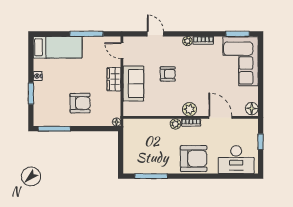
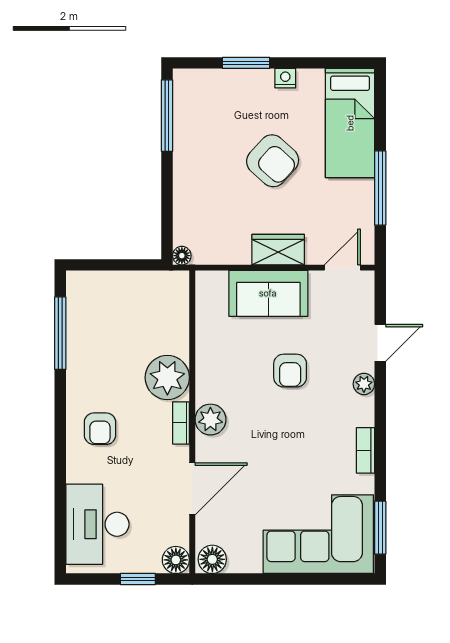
plant: (187, 41) -> (364, 384), moved
armchair: (80, 103) -> (273, 161), moved, turned -48
plant: (175, 124) -> (167, 378), width x1.88, depth x1.88
floor lamp: (252, 125) -> (176, 560), added
armchair: (194, 158) -> (100, 429), width x0.53, depth x0.53

